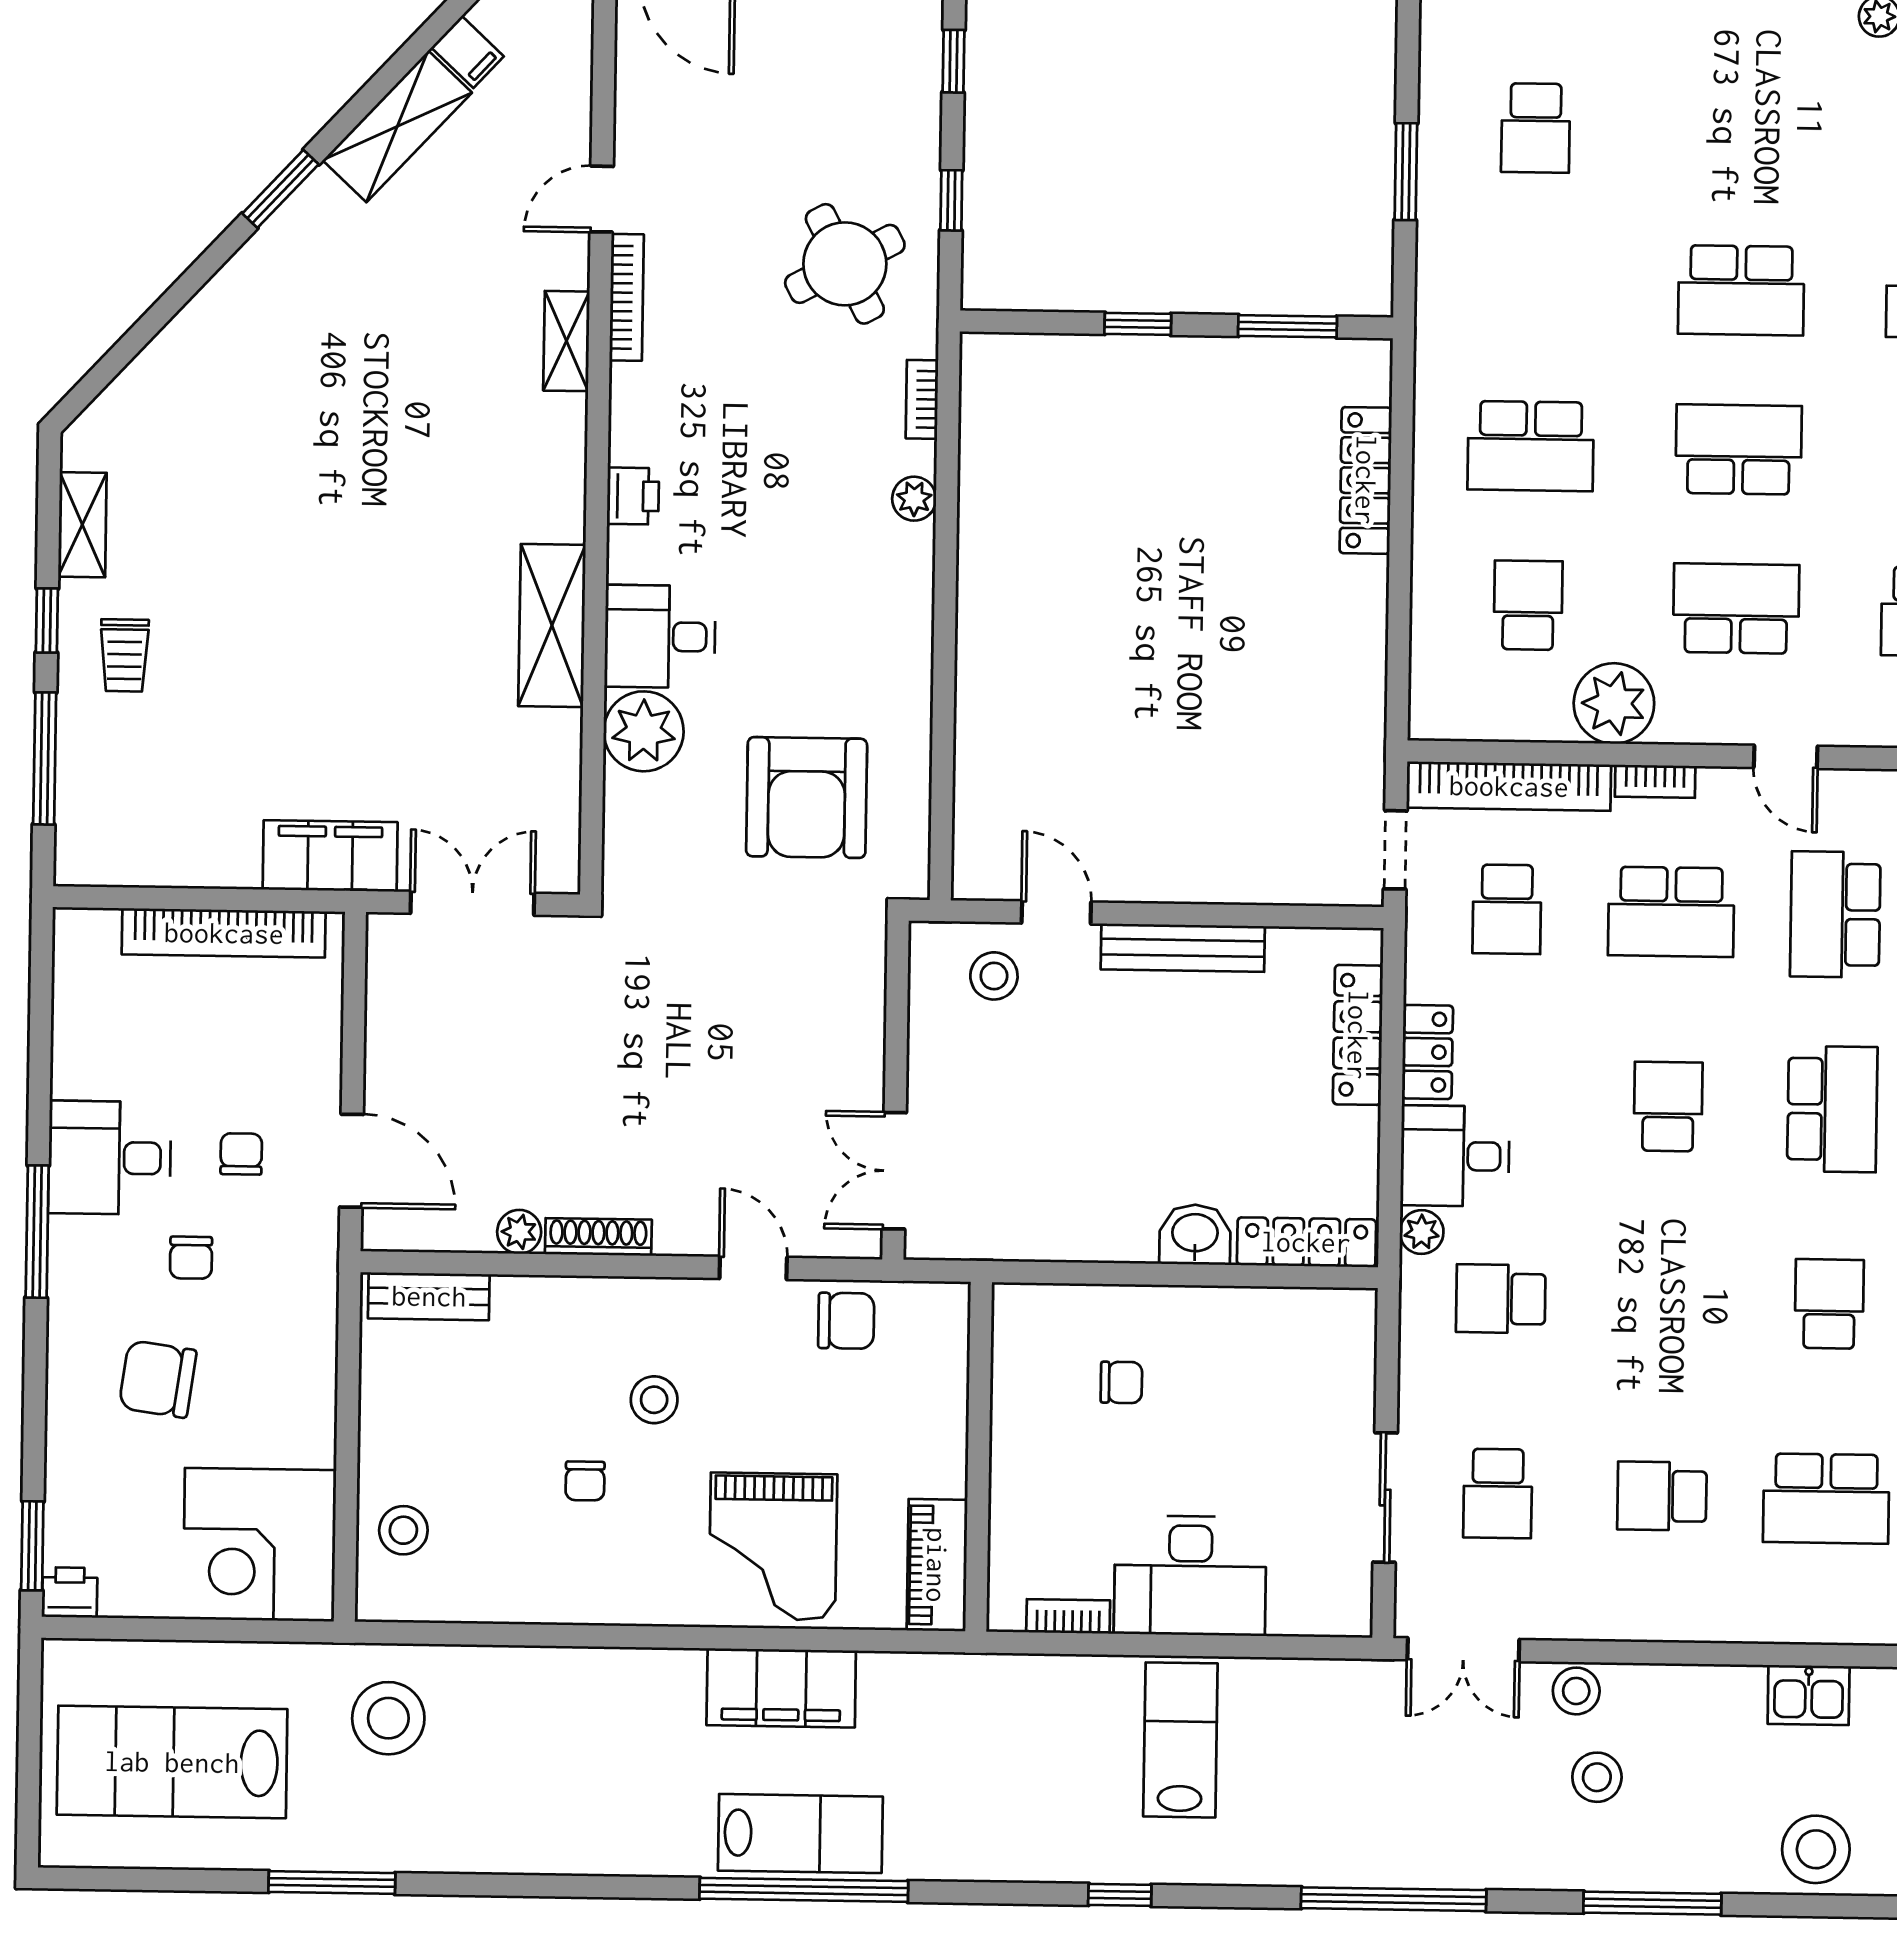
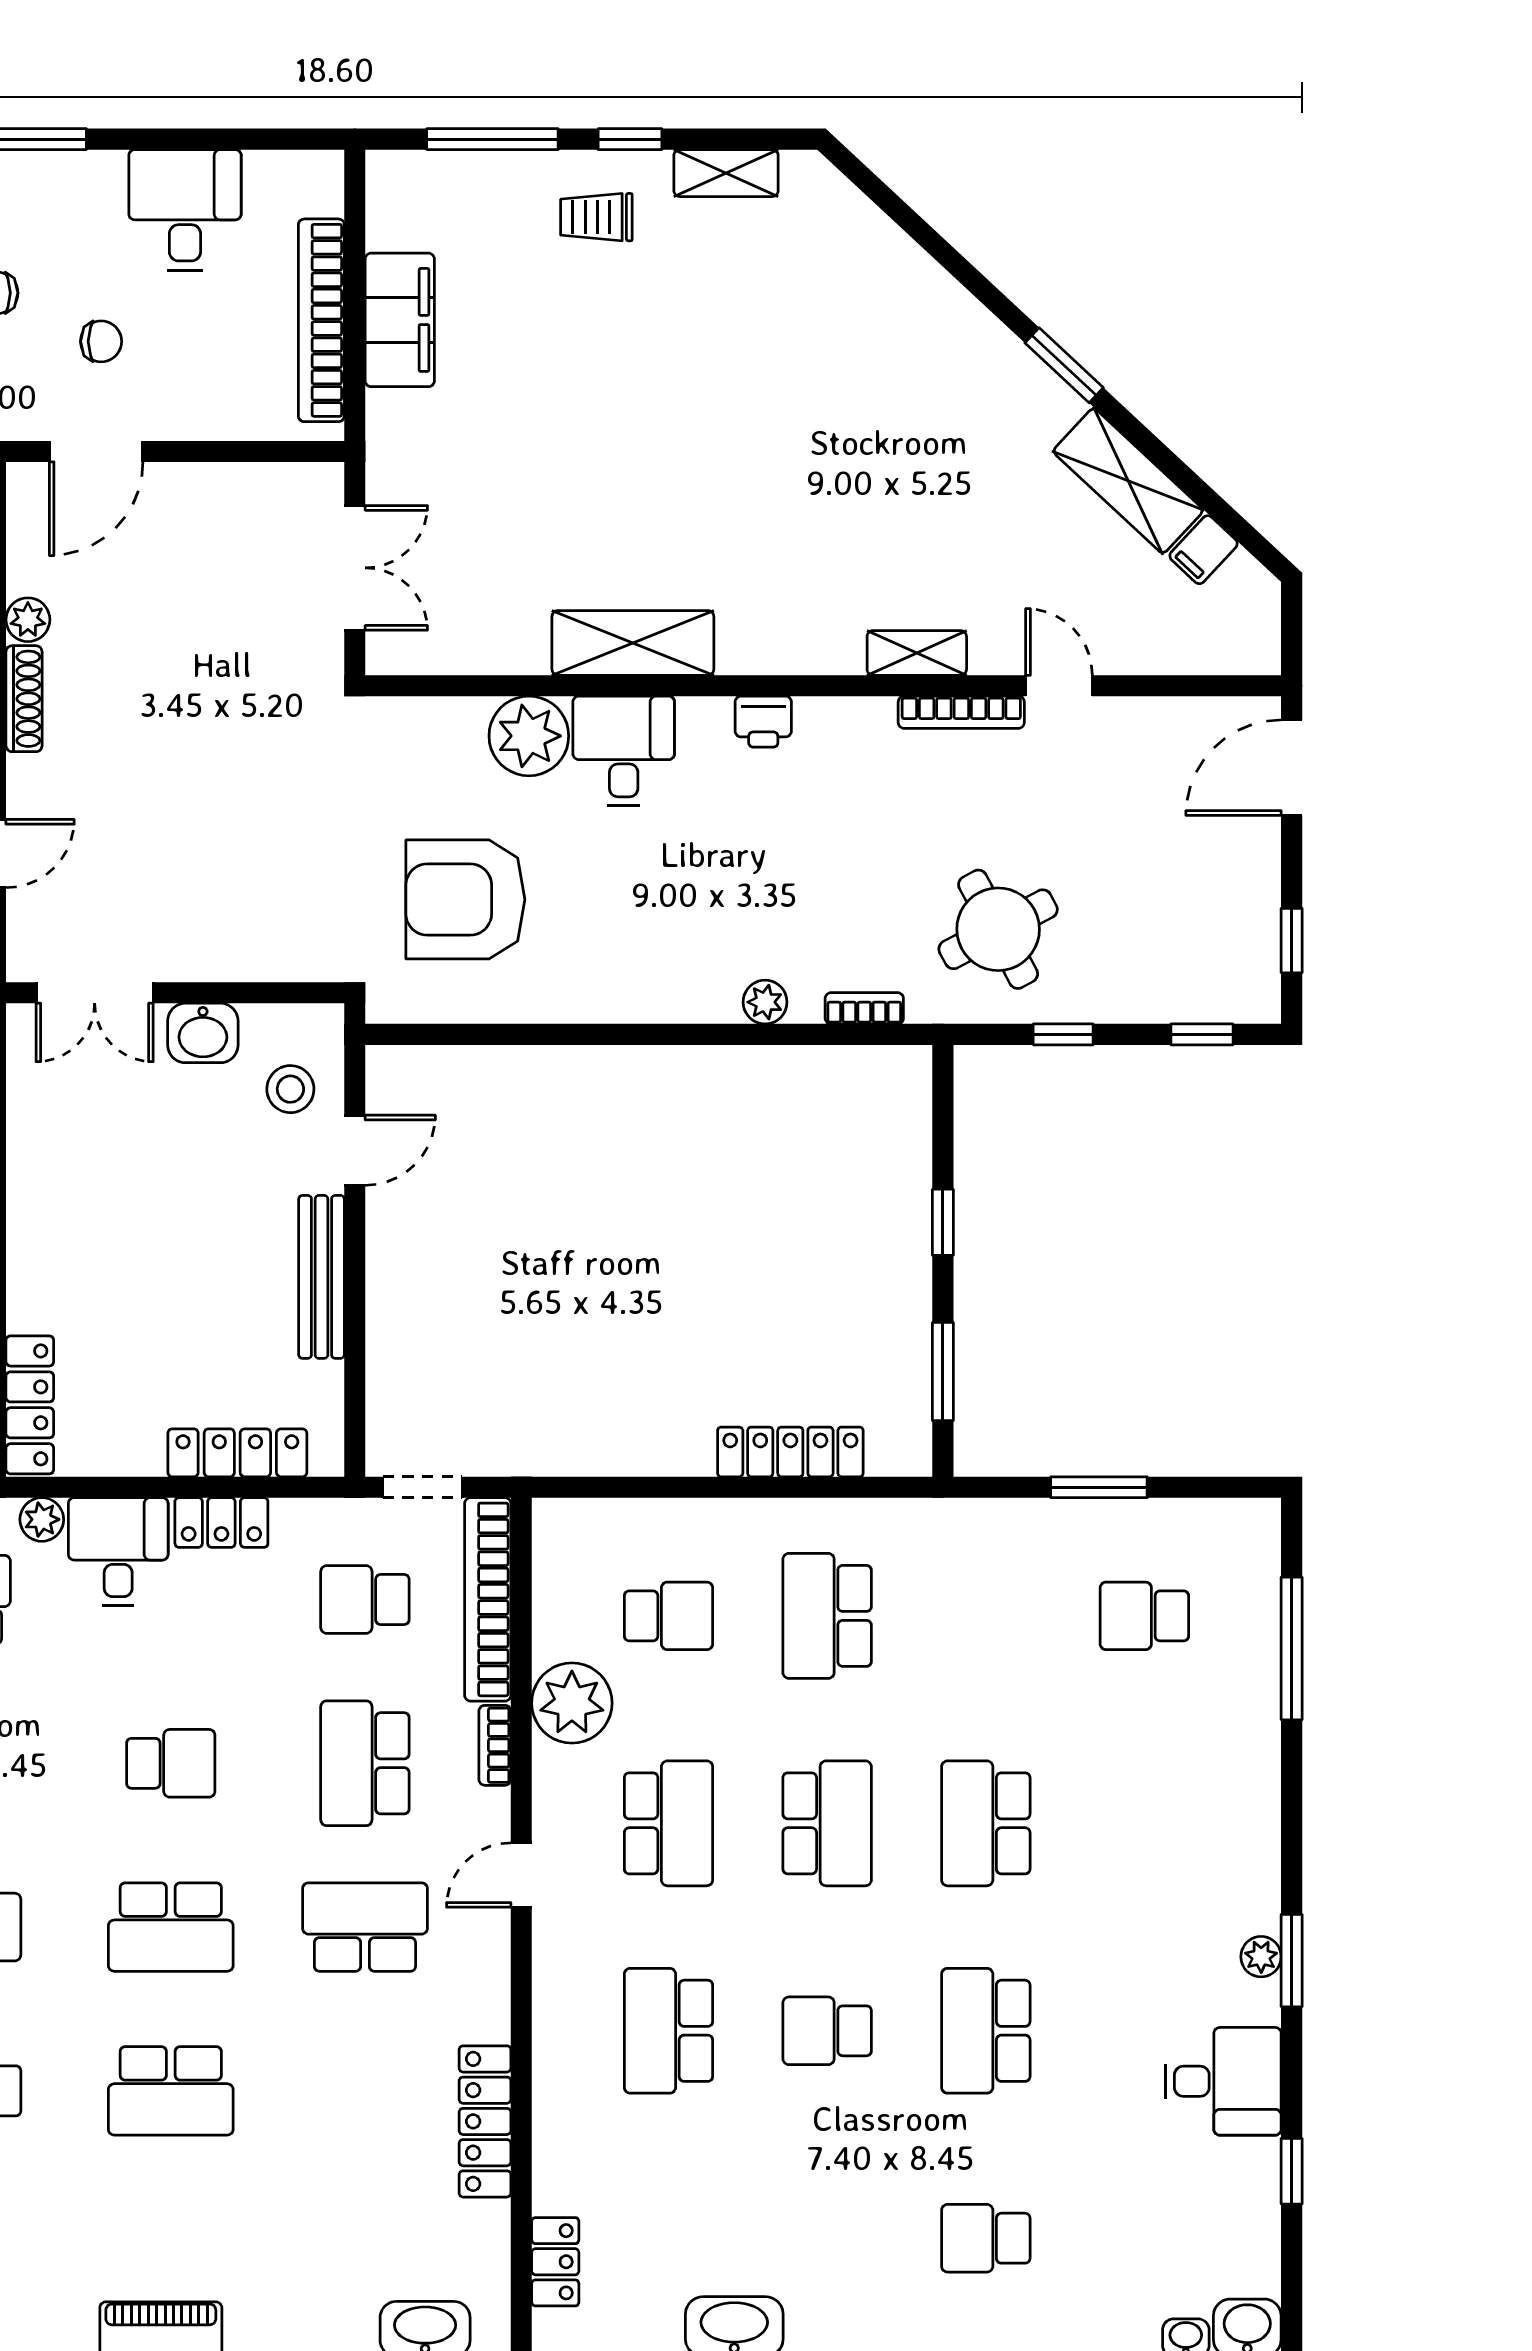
filing cabinet: (330, 856) -> (400, 320), moved
desk: (110, 1158) -> (185, 210), moved
double door: (894, 1171) -> (95, 993), swing flipped
washbasin: (1195, 1235) -> (203, 1033), moved, turned 90

